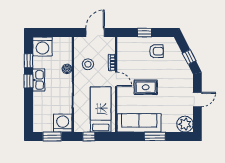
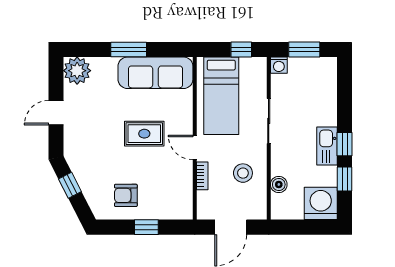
boiler: (67, 69) -> (279, 184), moved
washing machine: (63, 123) -> (279, 65), width x0.53, depth x0.53

